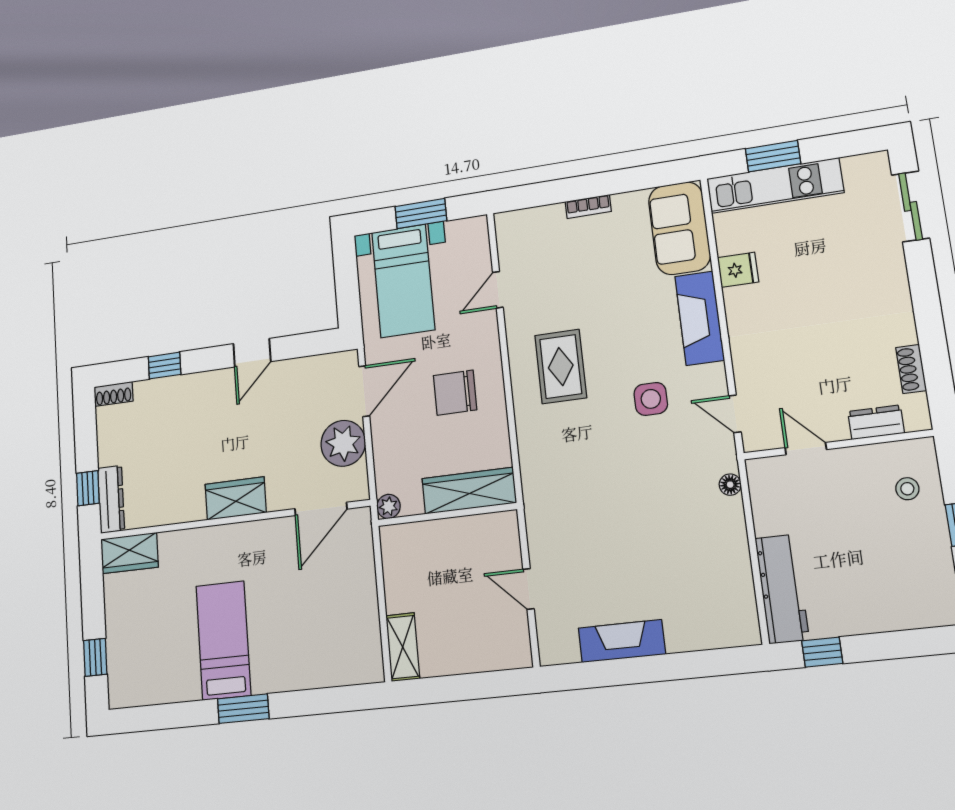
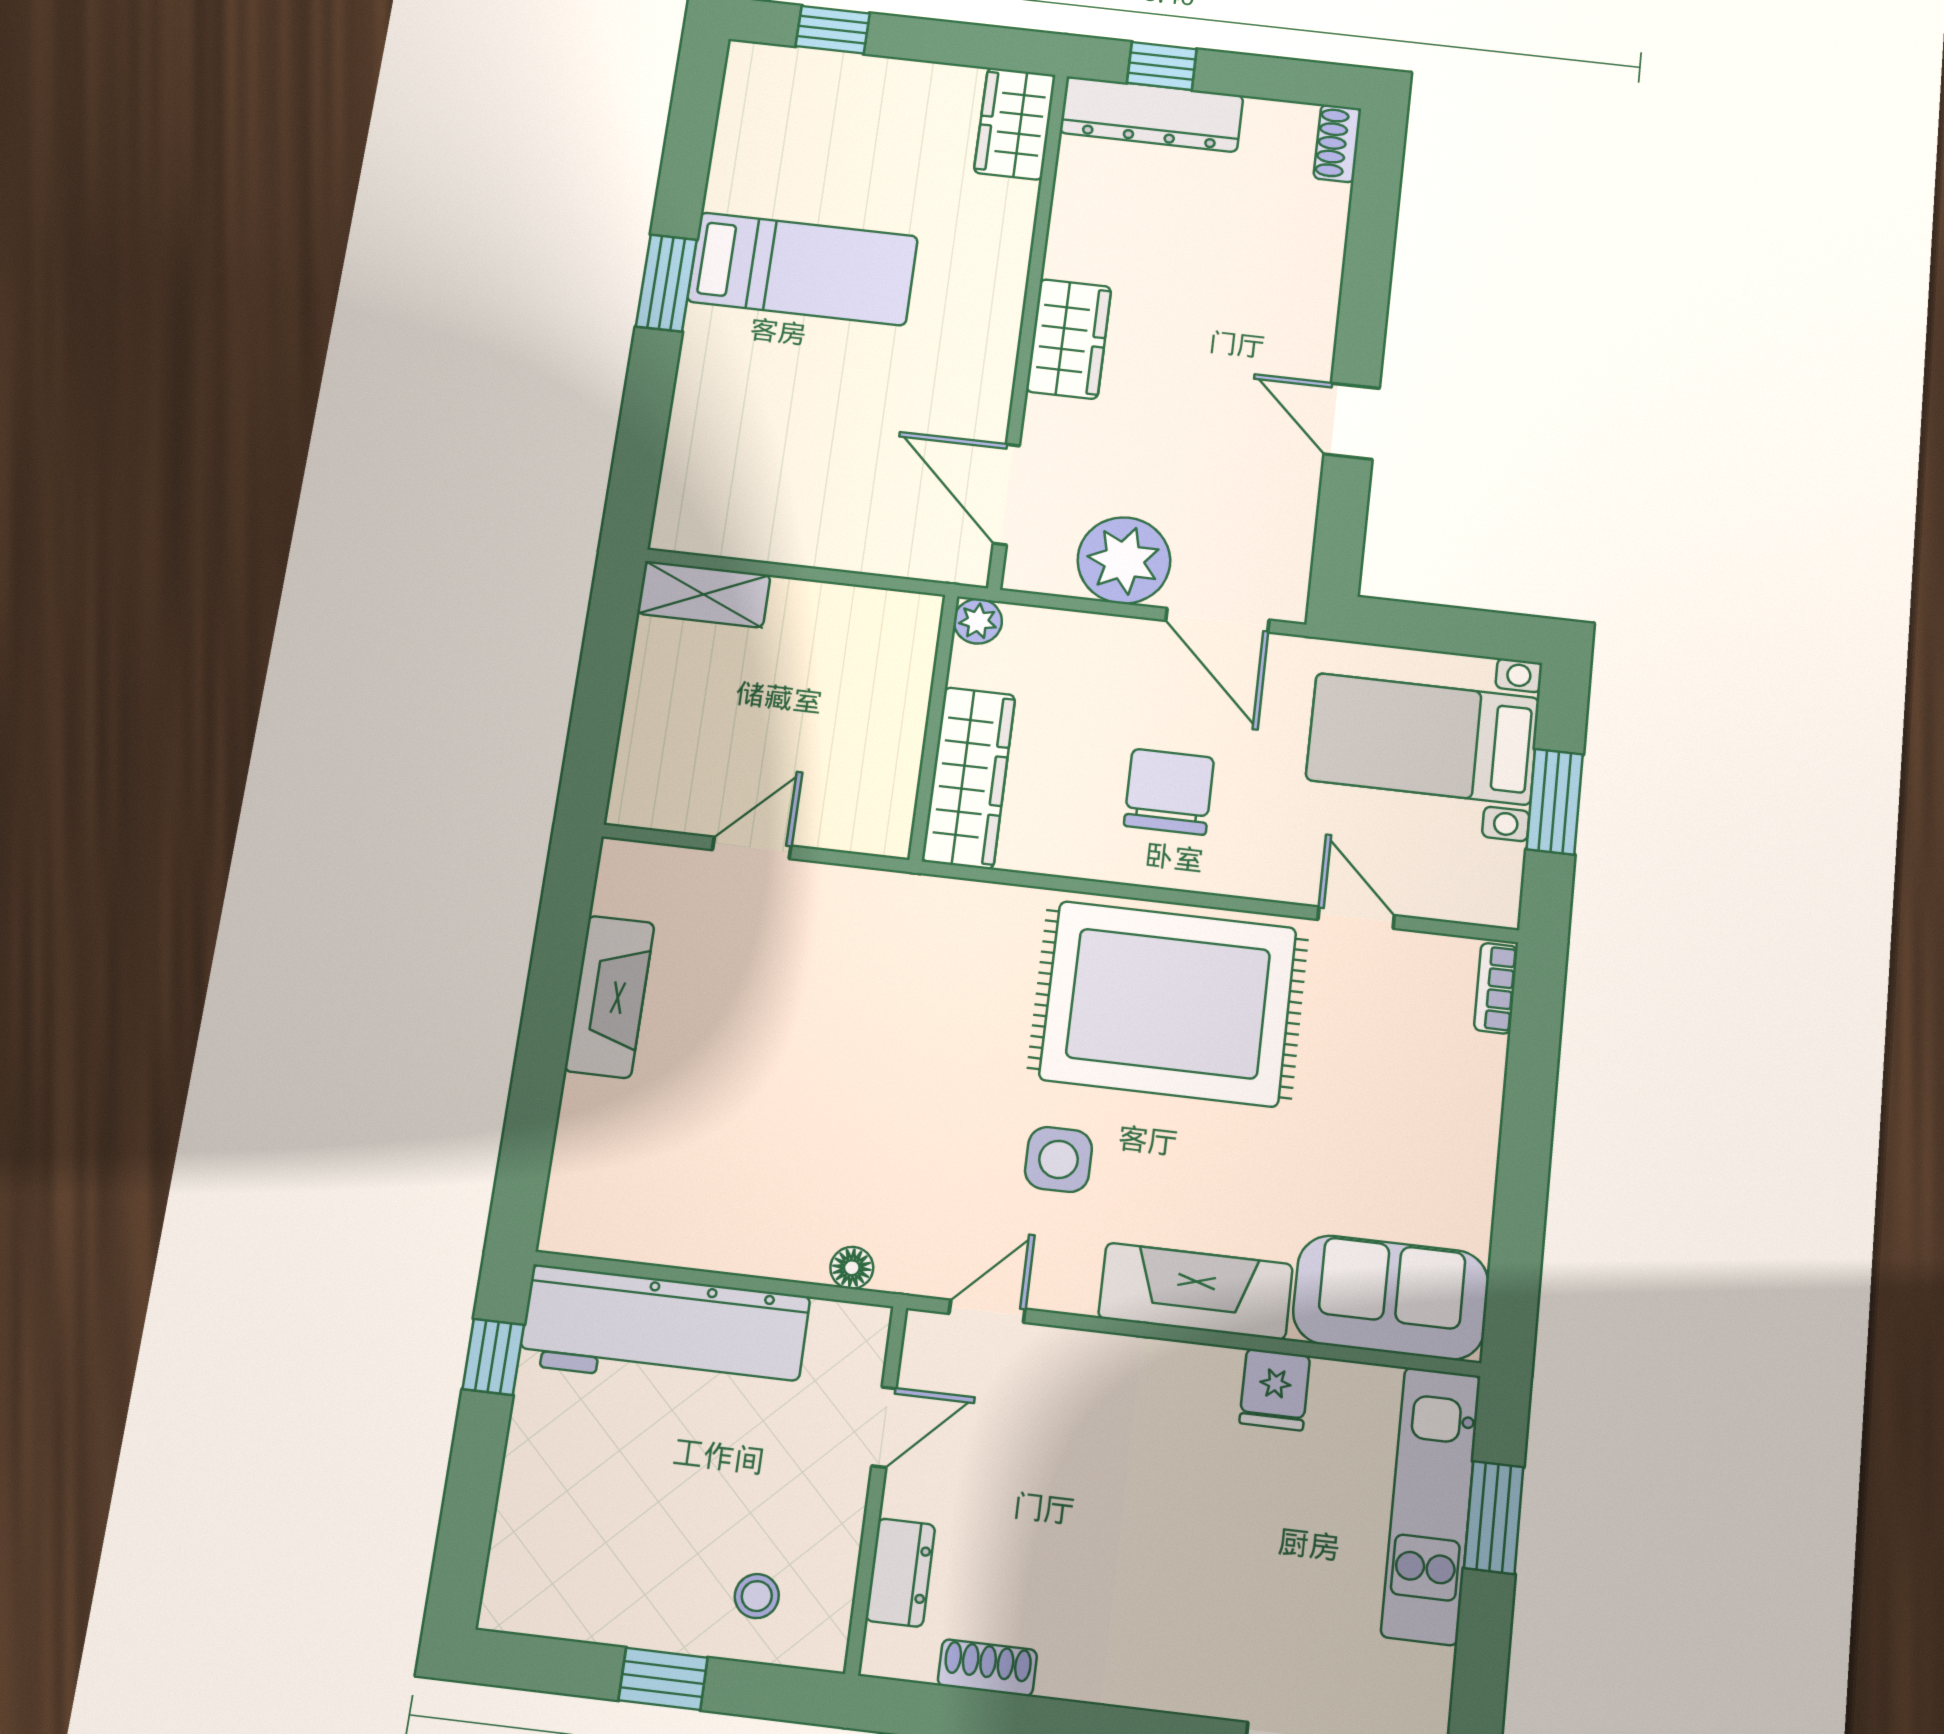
bookcase: (588, 206) -> (1496, 988), moved
window: (165, 366) -> (1370, 250), removed
rug: (561, 367) -> (1168, 1004), width x1.86, depth x2.06
dresser: (111, 499) -> (1152, 114), width x1.37, depth x1.24
workbench: (782, 589) -> (664, 1330), width x1.36, depth x1.32

